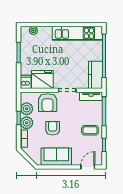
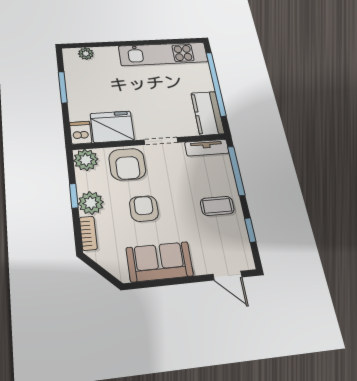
plant: (27, 109) -> (86, 160), moved
door: (88, 167) -> (227, 276), swing flipped

